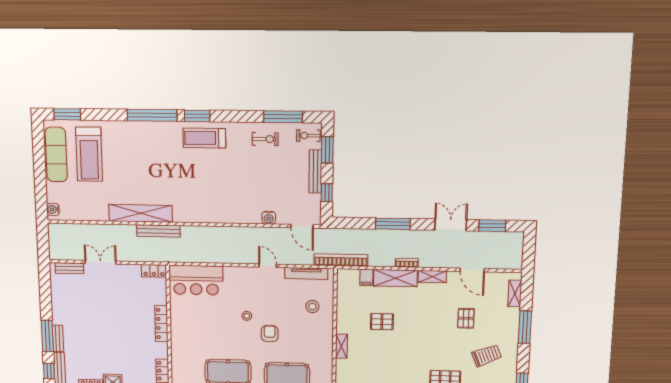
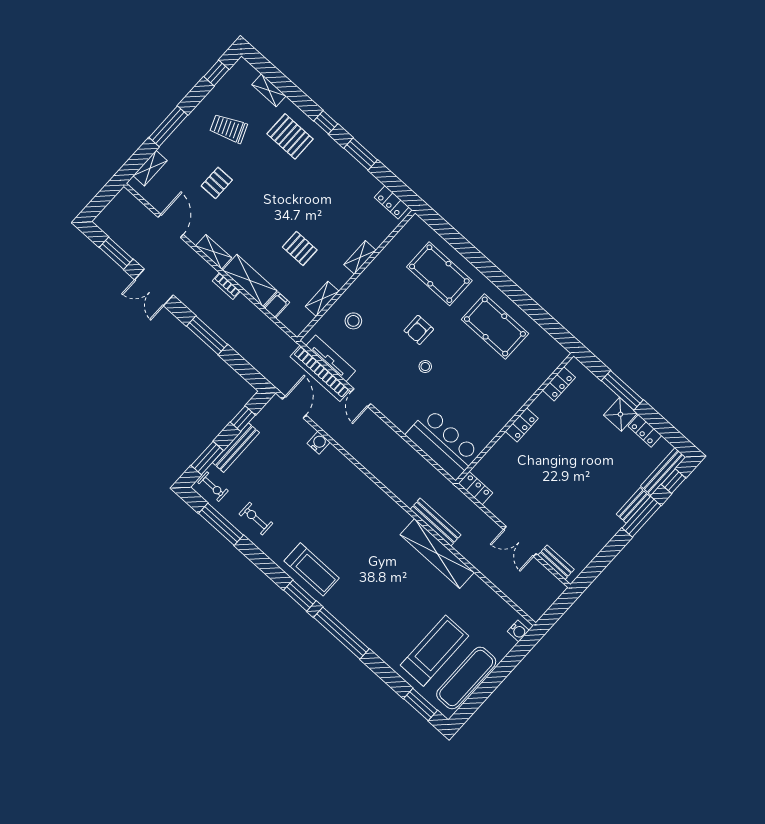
bookcase: (341, 260) -> (320, 373), moved
shelving: (342, 304) -> (322, 299), added
locker: (161, 324) -> (522, 425), width x0.66

